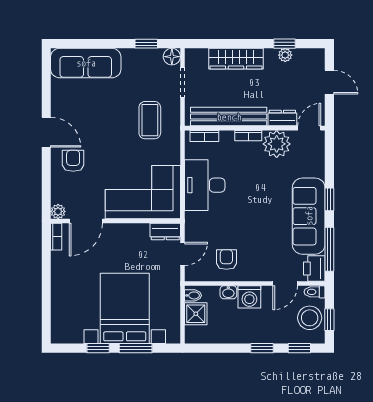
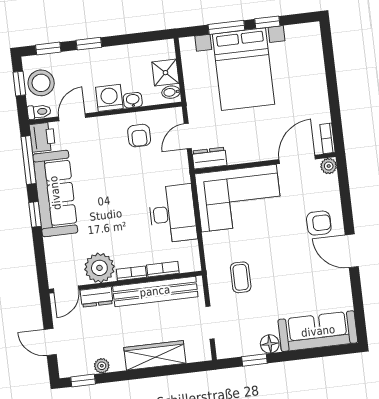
window: (284, 44) -> (83, 380), moved
floor lamp: (172, 57) -> (270, 344), moved
coffee table: (150, 120) -> (241, 277), width x0.73, depth x0.77
bookcase: (204, 136) -> (163, 269), moved
armchair: (73, 161) -> (319, 223), turned -90

